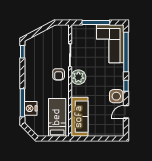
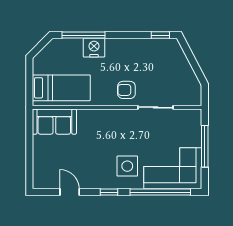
plant: (78, 77) -> (122, 120), removed
side table: (116, 96) -> (127, 166), moved
nightstand: (31, 108) -> (94, 48), moved
sofa: (79, 117) -> (54, 122), width x0.73

